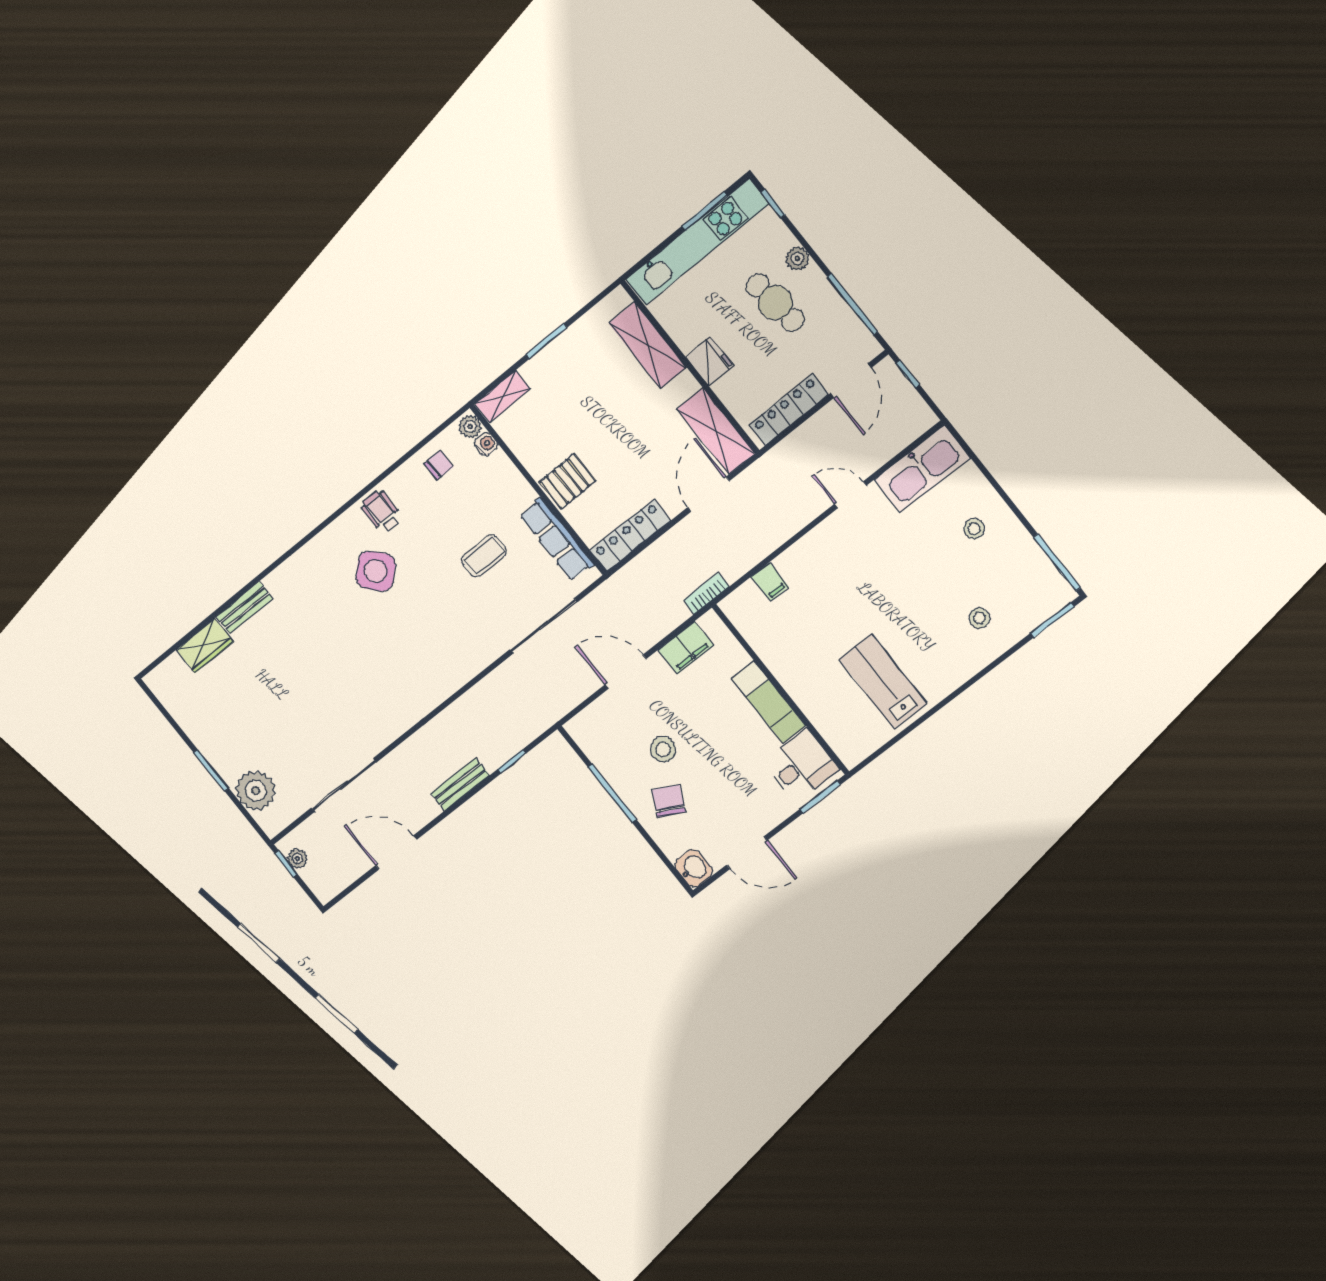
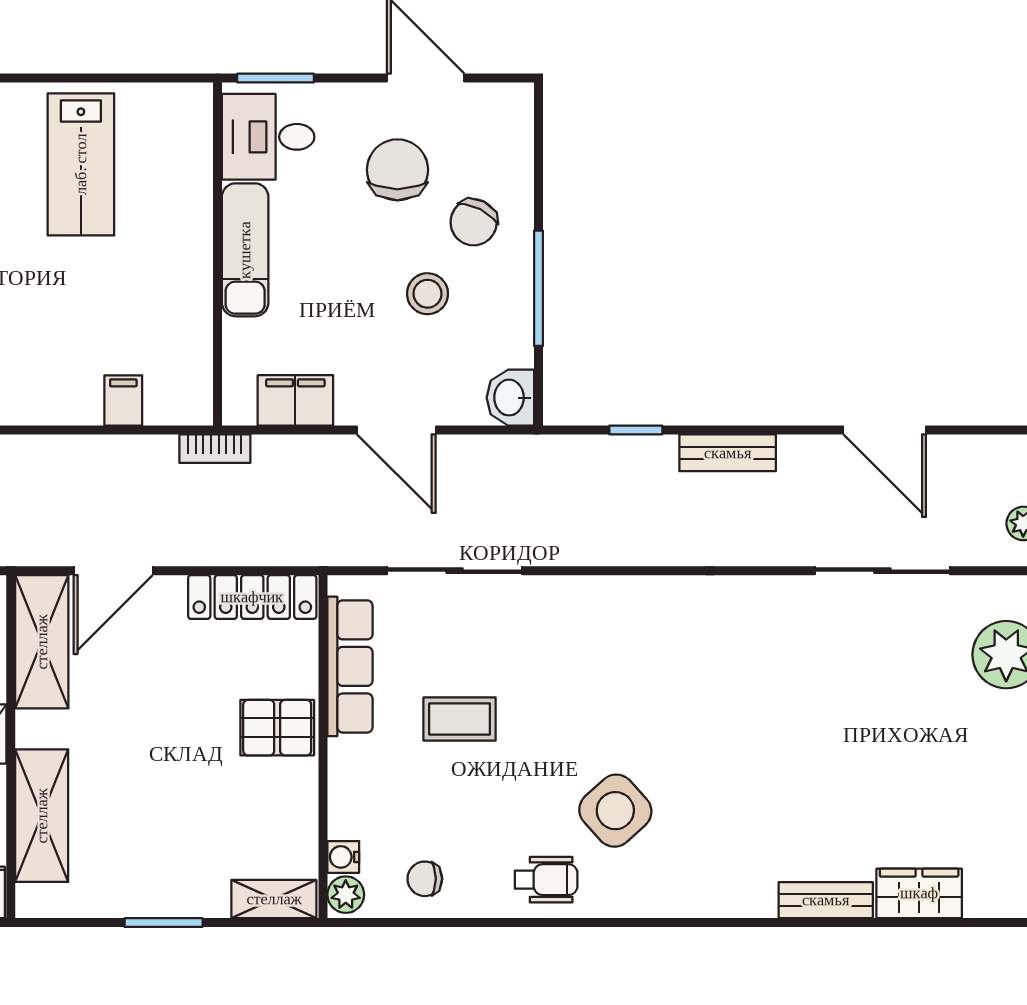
wheelchair: (381, 512) -> (546, 880), turned -91
chair: (725, 798) -> (397, 170), added
washbasin: (694, 868) -> (510, 398), moved

